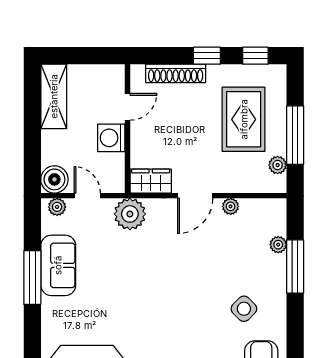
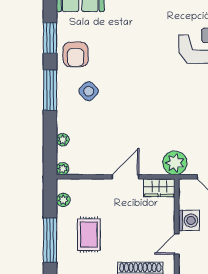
rug: (244, 119) -> (89, 235), width x0.73, depth x0.70
window: (295, 135) -> (50, 240), moved
plant: (231, 206) -> (63, 169), moved
window: (295, 266) -> (50, 90), moved

